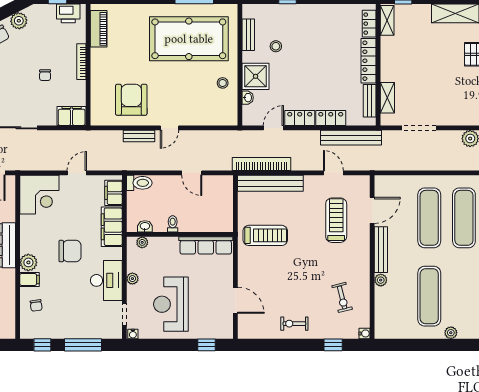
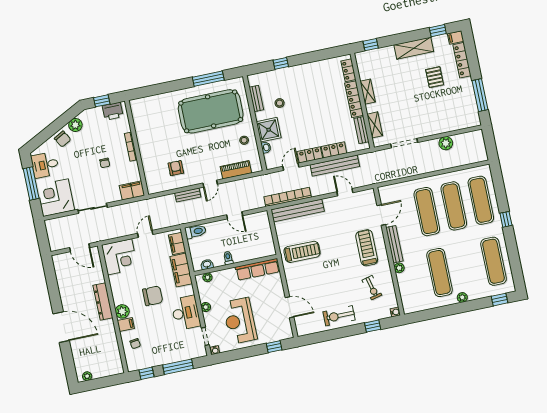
shelving: (387, 20) -> (368, 92), moved
piano: (99, 29) -> (236, 170), moved, turned -90
armchair: (131, 100) -> (176, 168), width x0.53, depth x0.53
bench: (351, 138) -> (335, 166), moved
treadmill: (336, 220) -> (367, 248), moved
exercise bike: (294, 324) -> (339, 316), width x1.38, depth x1.39

